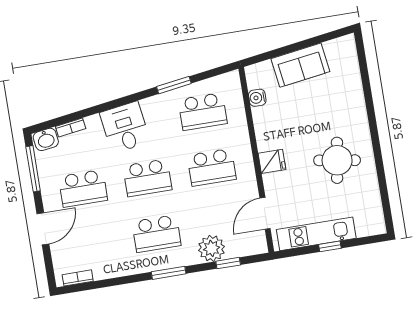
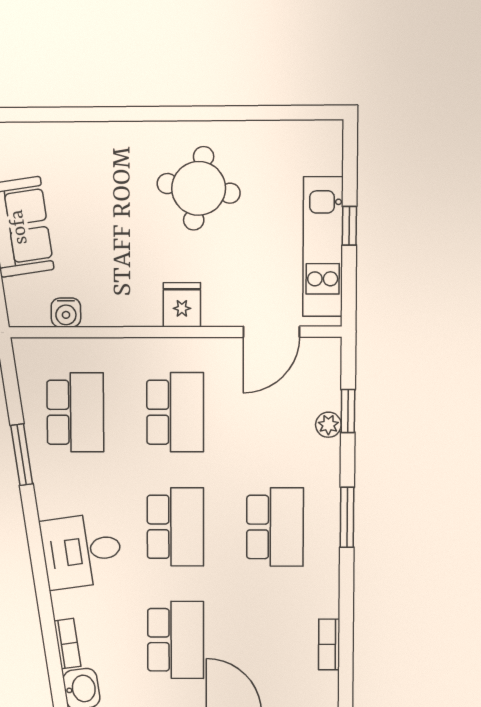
door: (265, 213) -> (271, 332), hinge flipped
plant: (212, 248) -> (328, 425), width x0.53, depth x0.53
bookcase: (78, 278) -> (329, 645), moved

